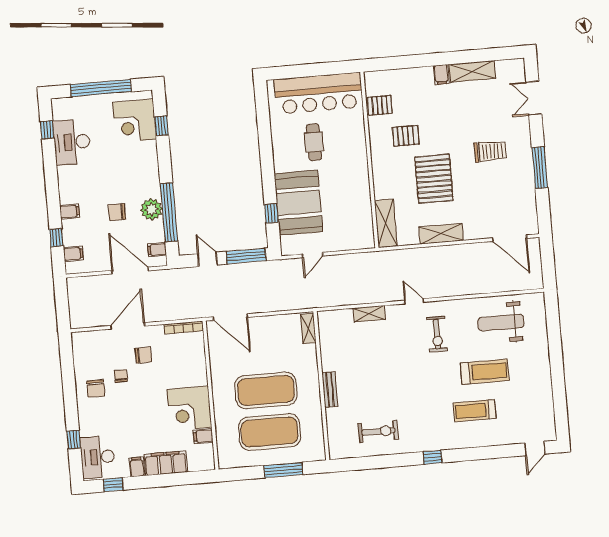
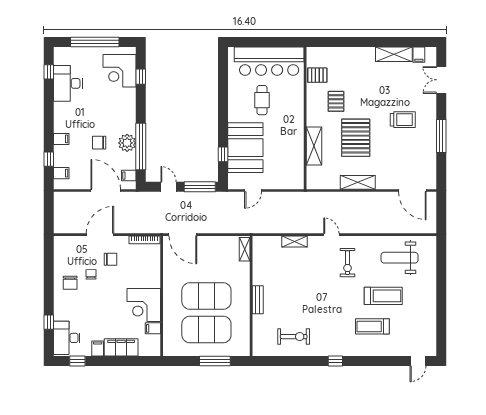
filing cabinet: (441, 75) -> (419, 55), moved
pallet: (406, 136) -> (336, 101), turned 90
shelving: (386, 223) -> (314, 146), moved

